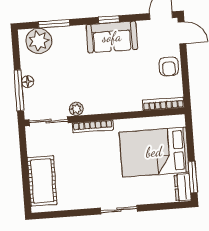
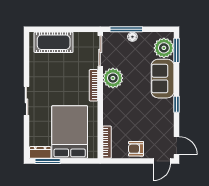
window: (54, 24) -> (177, 50), moved
sofa: (112, 37) -> (163, 79), moved
plant: (76, 109) -> (113, 78), width x1.88, depth x1.88

